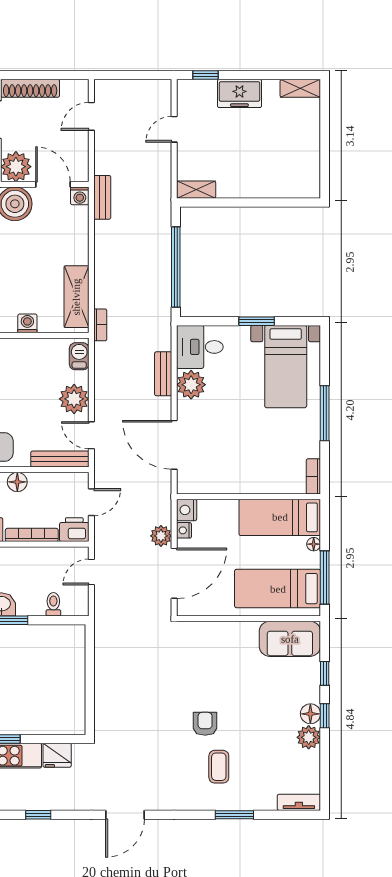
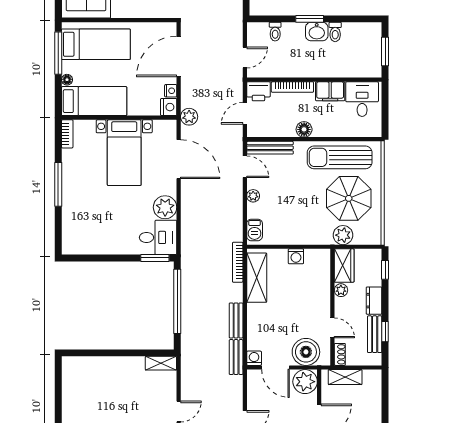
window: (257, 321) -> (155, 258), moved
bookcase: (100, 325) -> (238, 262), width x1.56
bed with nightstands: (286, 367) -> (124, 153), moved, turned 180
bench: (163, 374) -> (236, 320), moved
plant: (74, 399) -> (253, 196), width x0.53, depth x0.53
plant: (161, 536) -> (189, 117), moved

